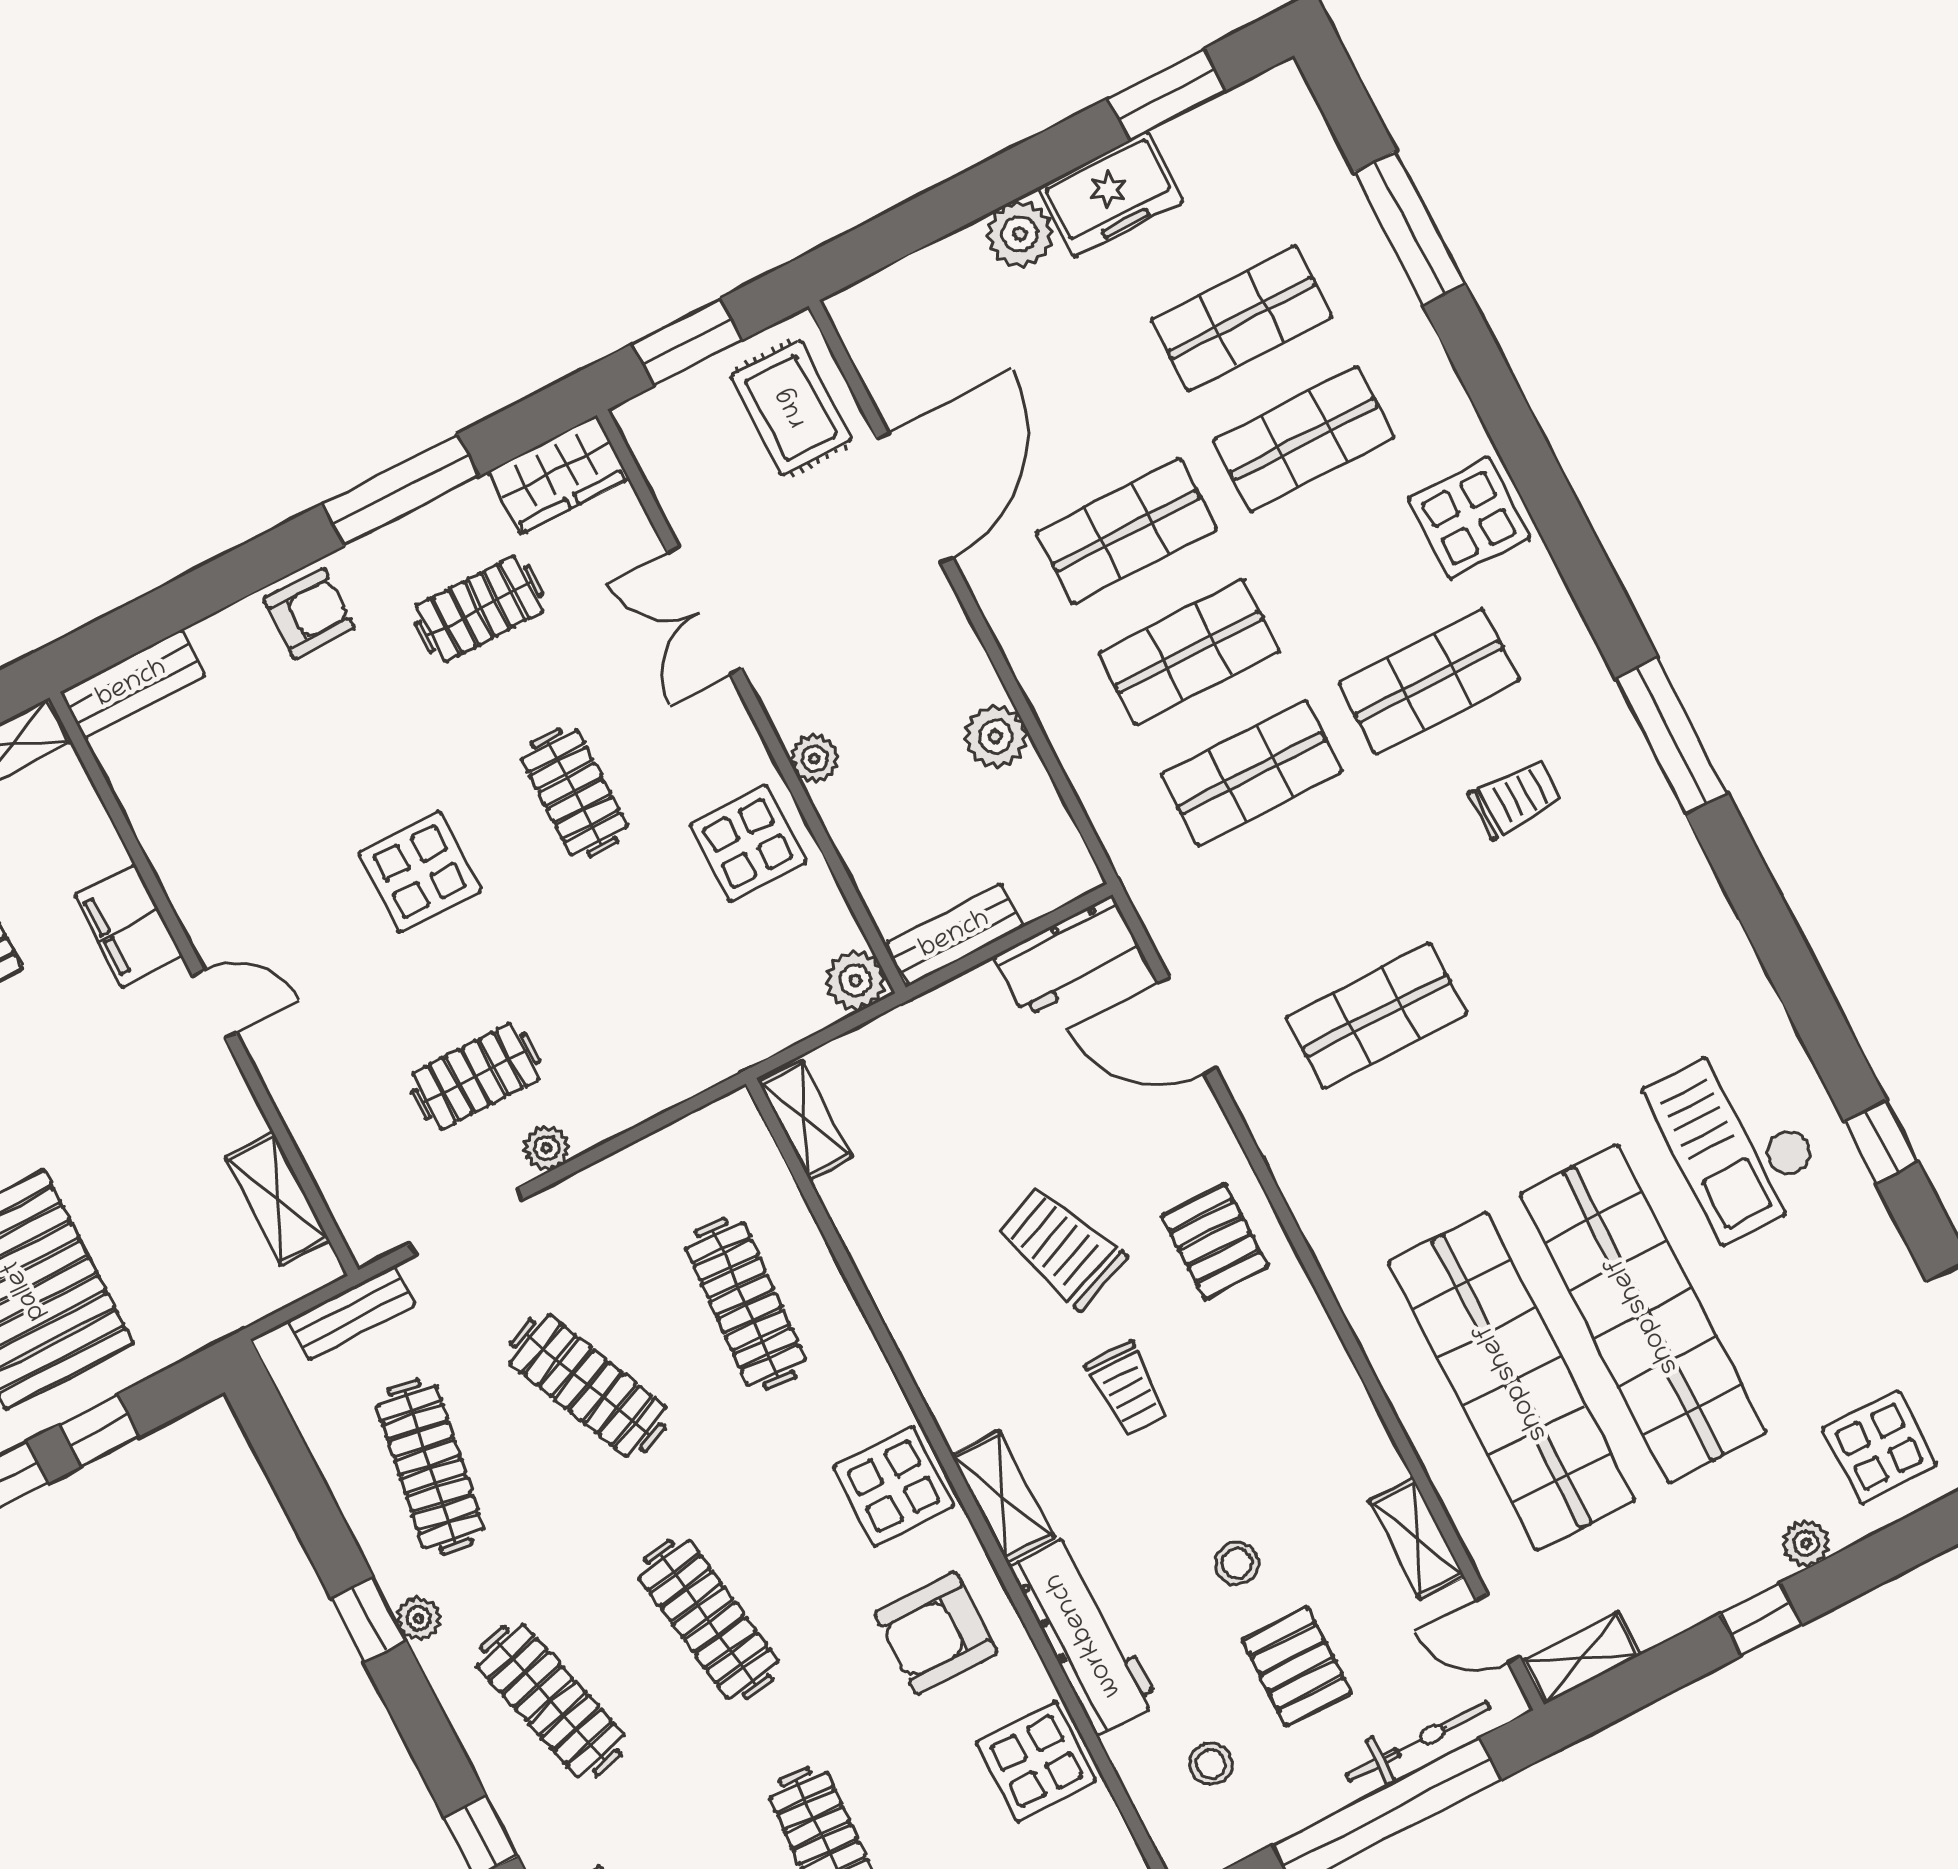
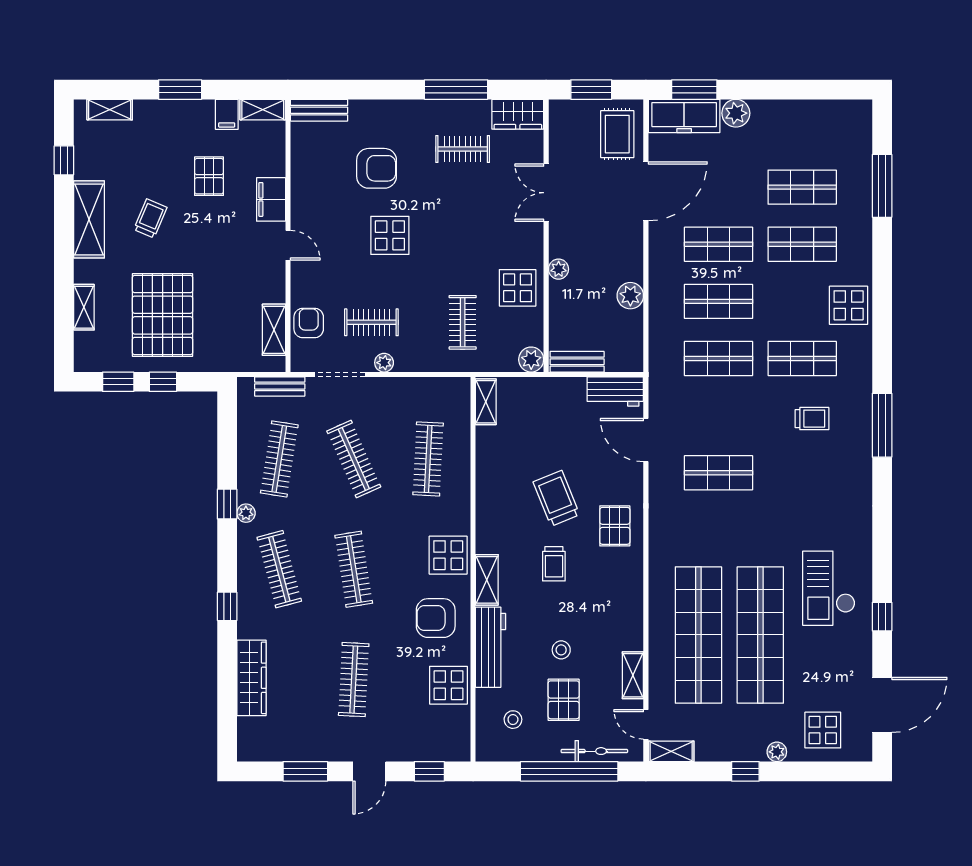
window: (1167, 95) -> (694, 90), moved
freezer: (1111, 194) -> (684, 116), moved, width x1.40
armchair: (309, 613) -> (377, 168), moved, width x1.38, depth x1.38
clothes rail: (574, 793) -> (463, 322), moved
armchair: (344, 1146) -> (309, 323), added

